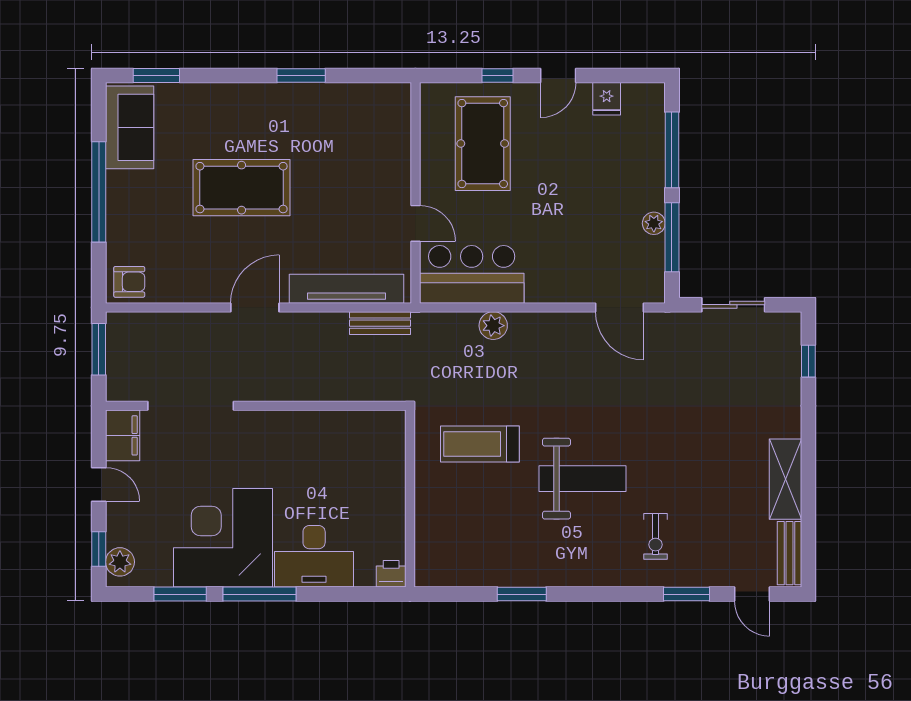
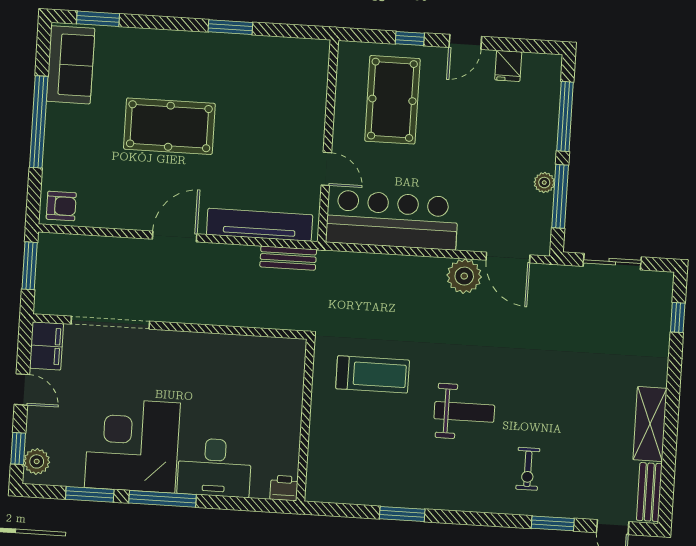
bar counter: (472, 274) -> (392, 220), width x1.36
plant: (493, 326) -> (464, 276), moved, width x1.36, depth x1.36
treadmill: (480, 444) -> (373, 374), turned 180
weight bench: (582, 479) -> (464, 412), width x0.73, depth x0.75

